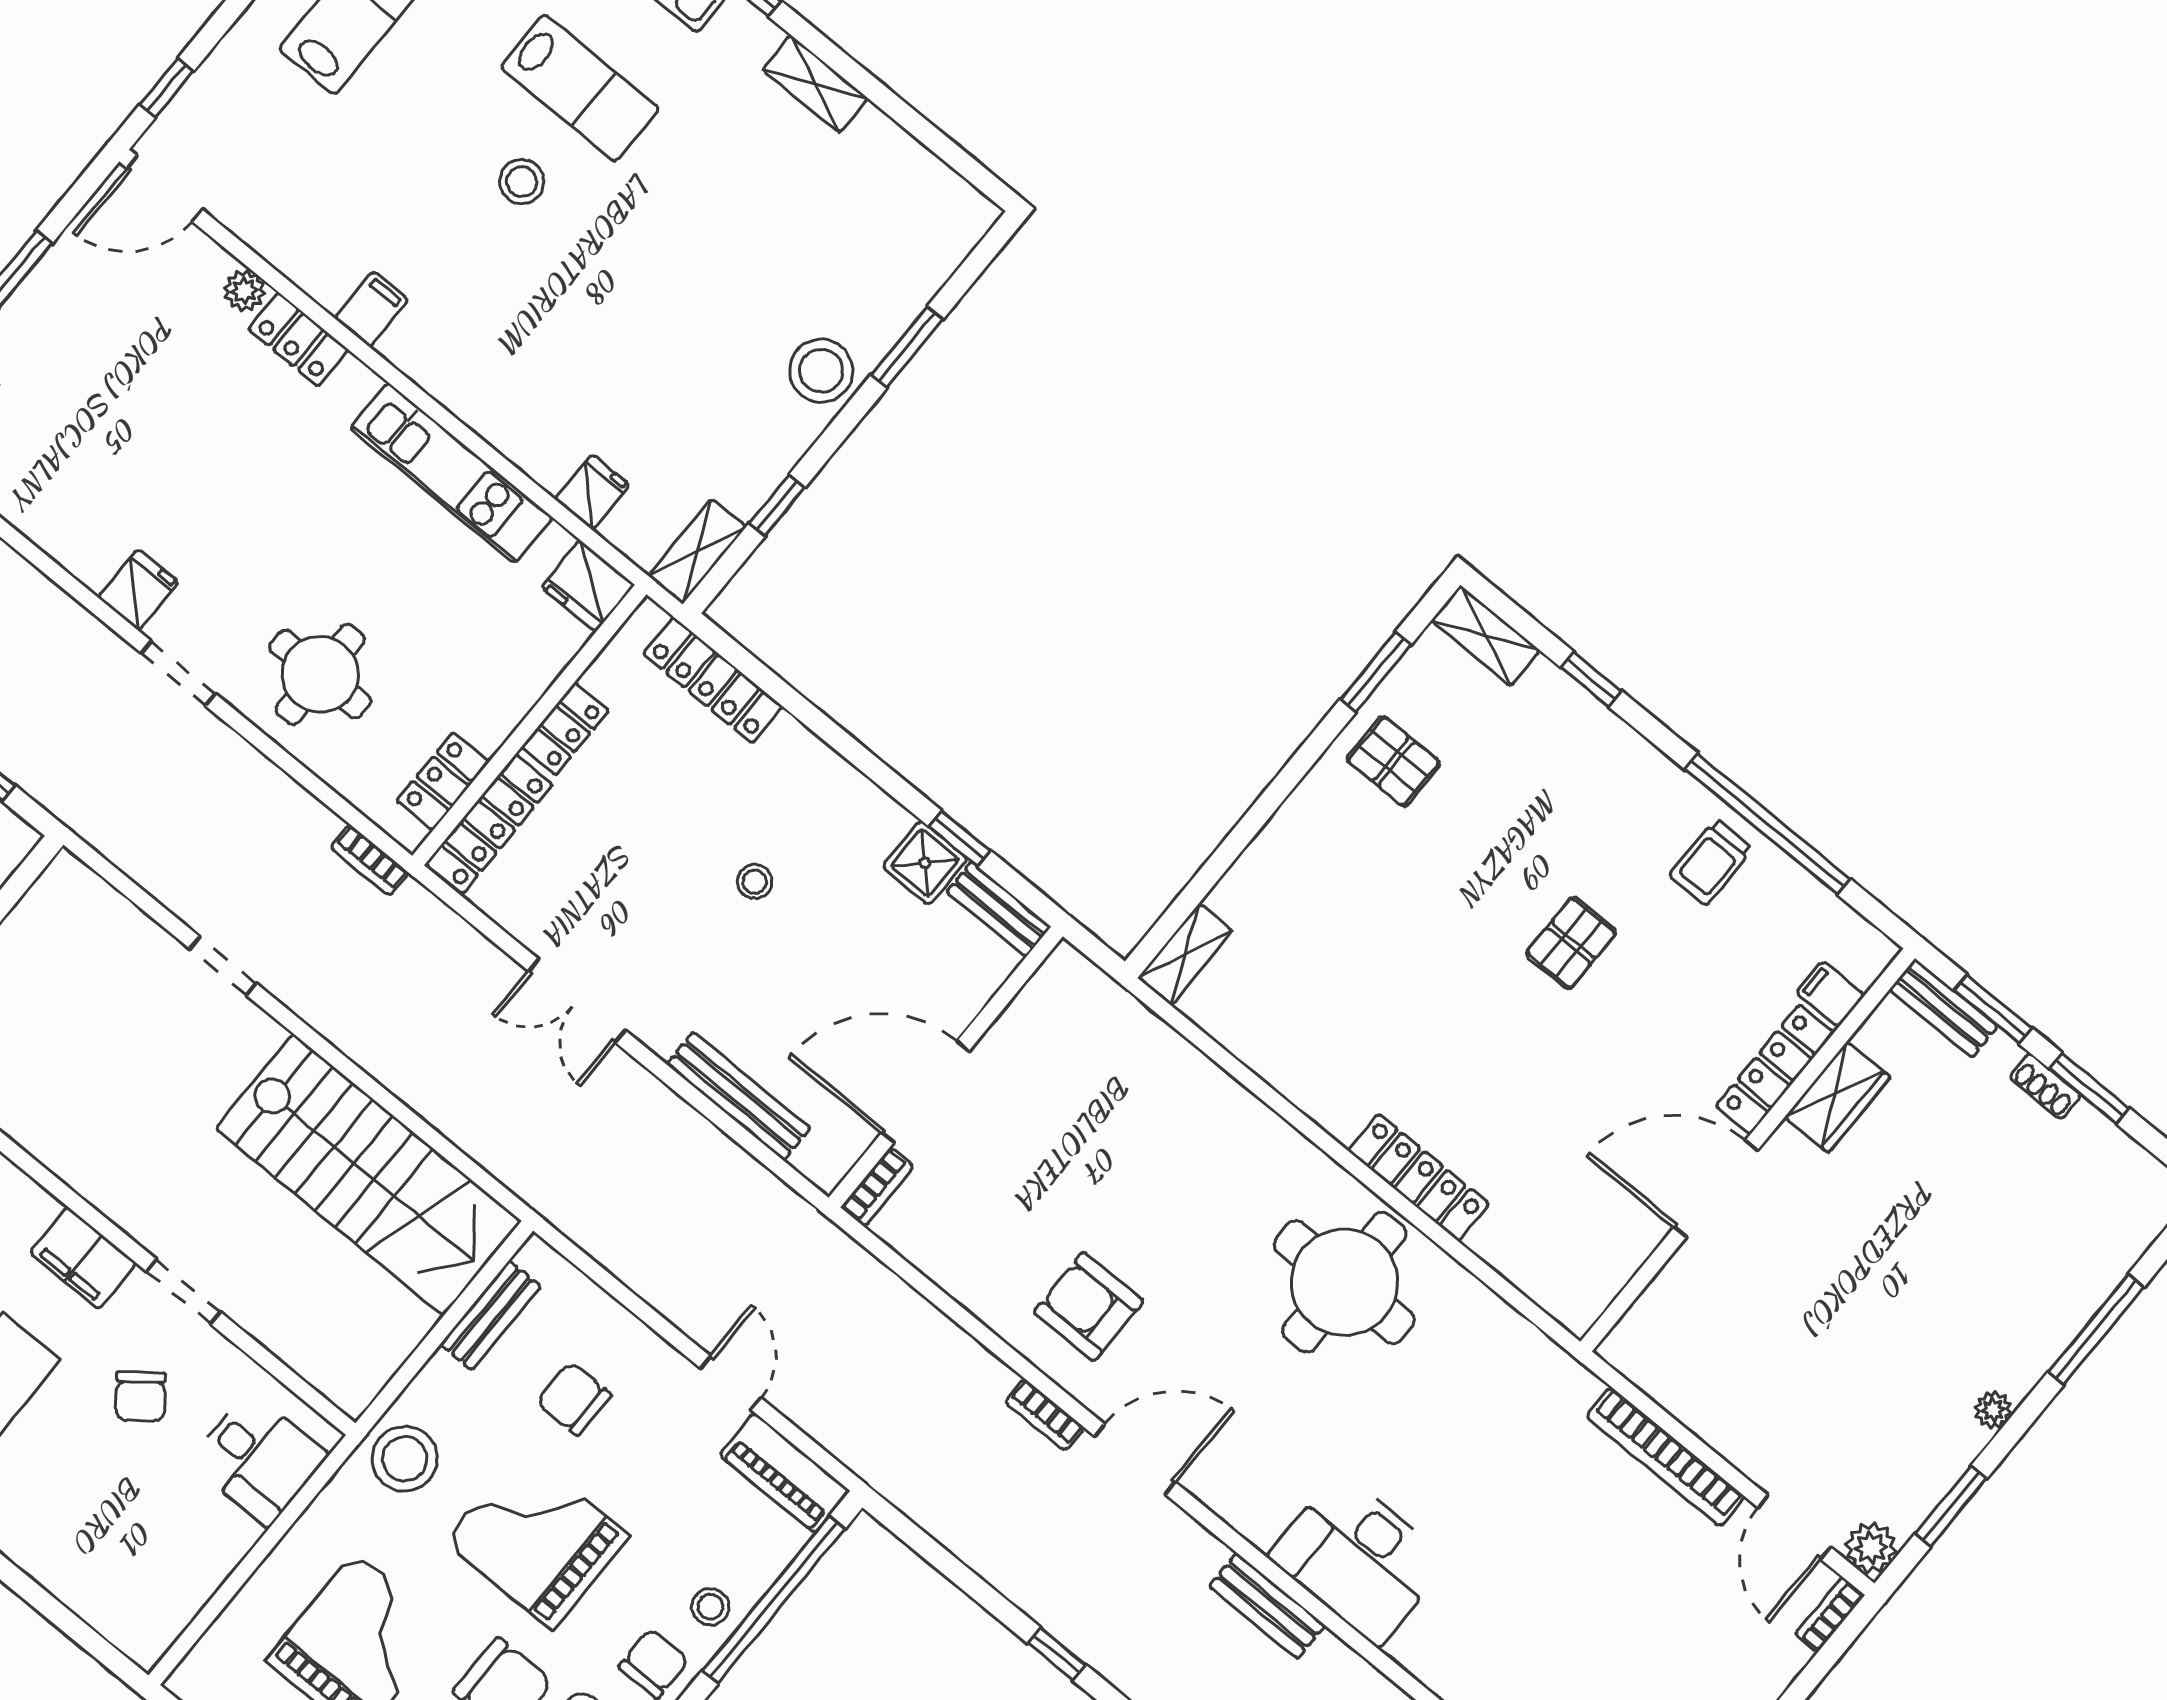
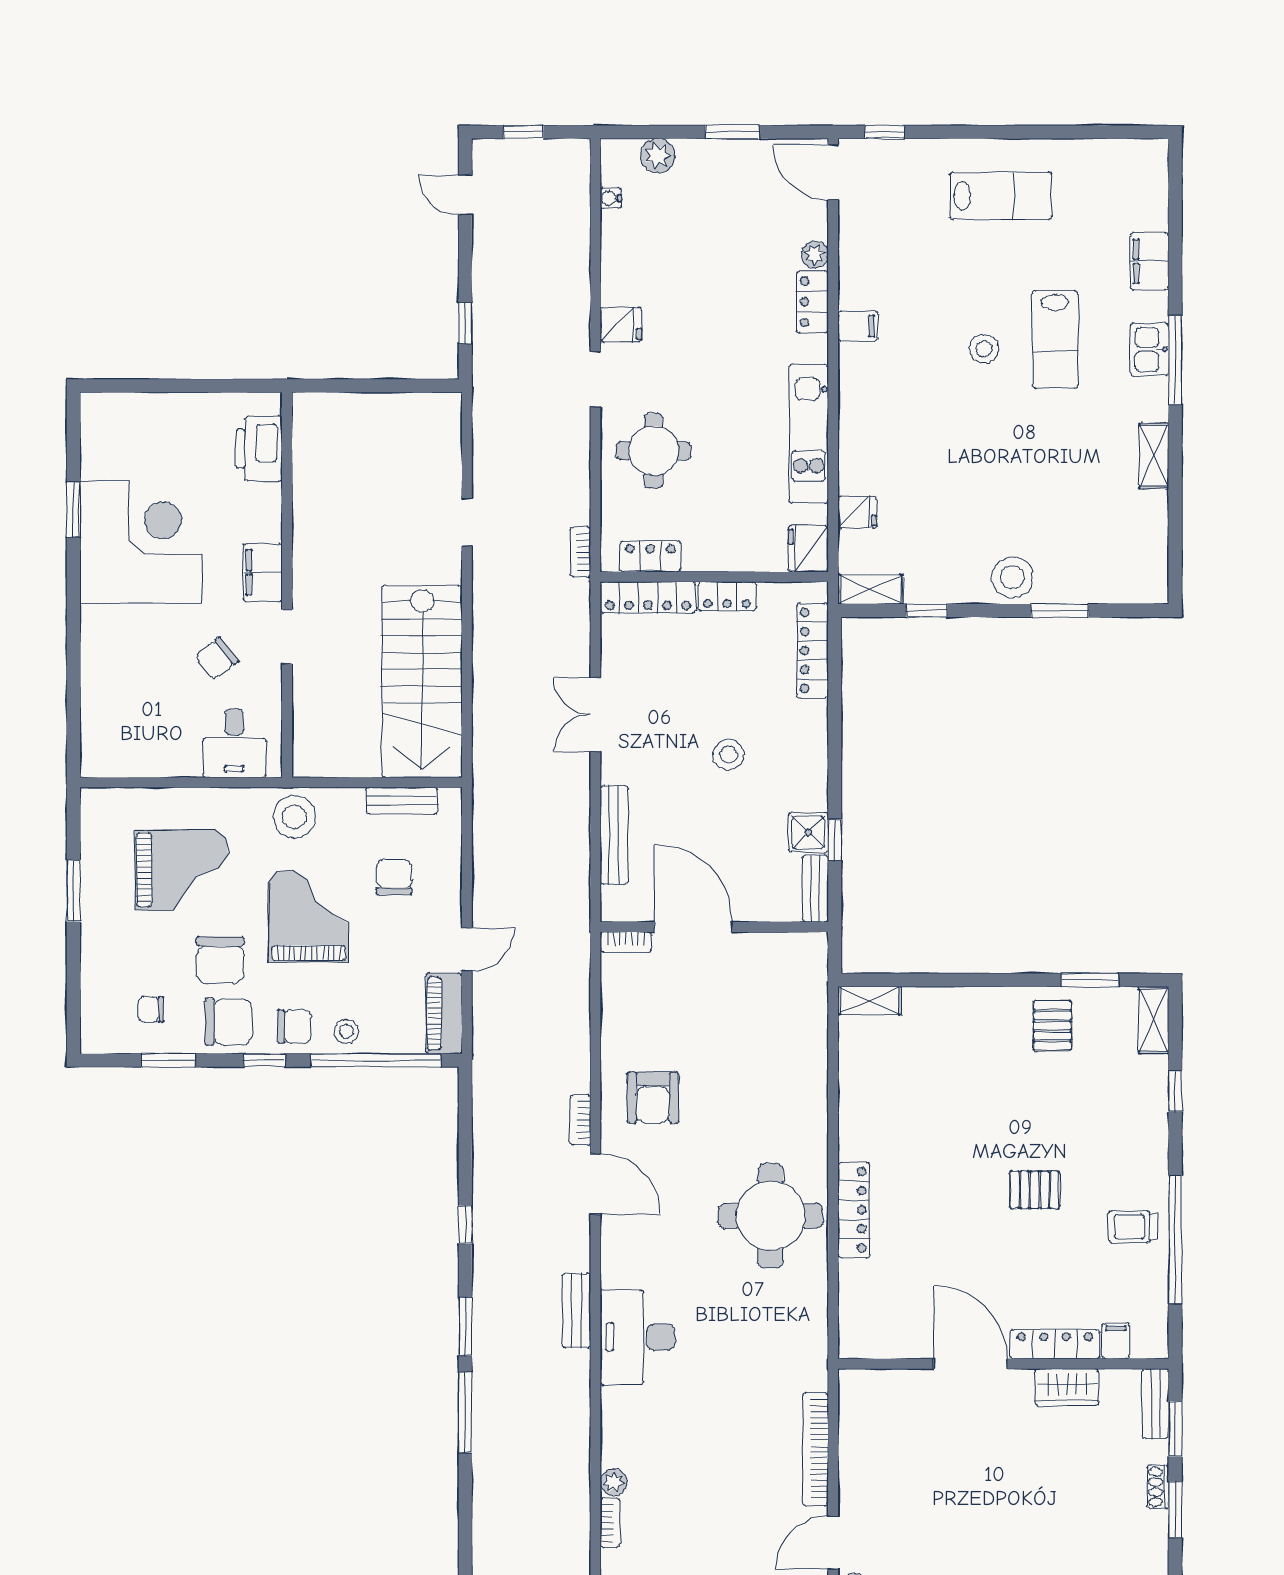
stool: (755, 882) -> (729, 755), width x1.37, depth x1.37
armchair: (1089, 1307) -> (653, 1097), turned 180

